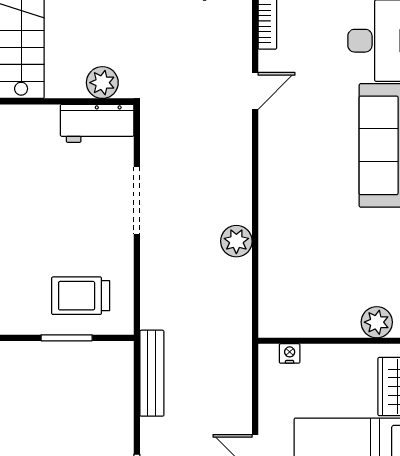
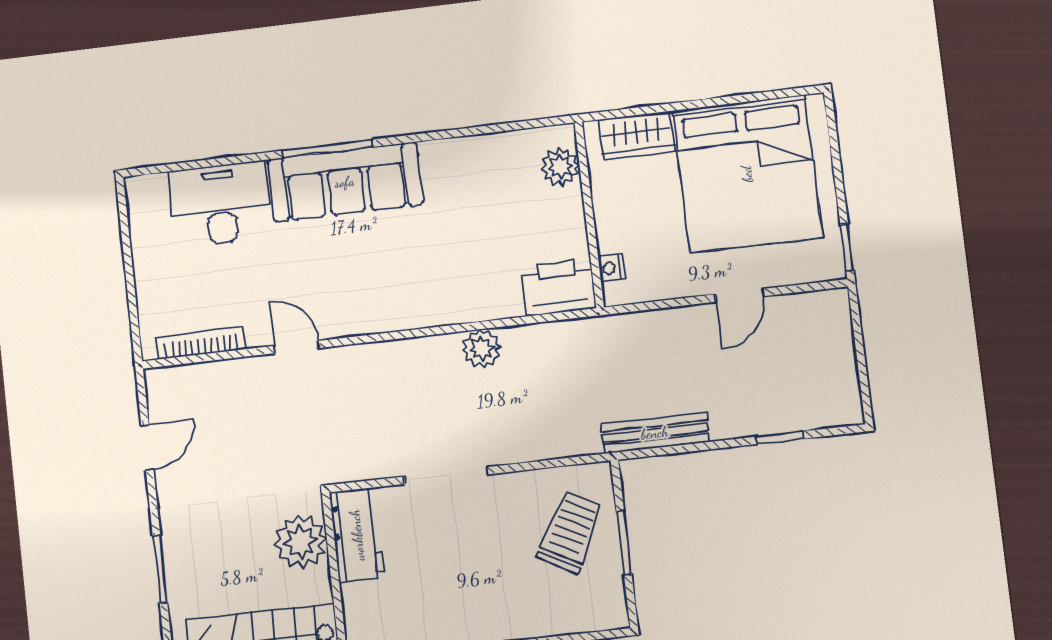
plant: (102, 83) -> (301, 542), width x1.36, depth x1.36
trolley: (81, 296) -> (570, 531), turned -152
printer: (279, 309) -> (558, 287), added

